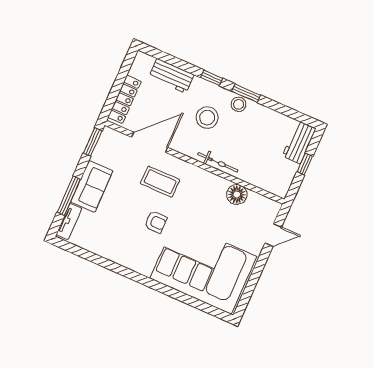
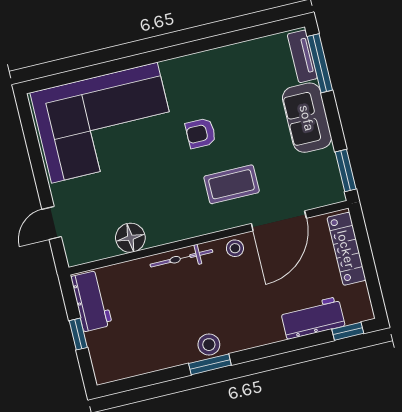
window: (211, 78) -> (348, 331), moved
stool: (207, 118) -> (235, 248), moved, width x0.53, depth x0.53
workbench: (299, 142) -> (92, 301), moved
window: (69, 196) -> (320, 63), moved

